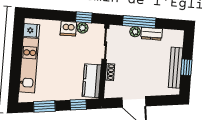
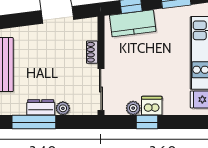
window: (84, 17) -> (147, 122), moved
window: (139, 22) -> (34, 122), moved
kitchen counter: (92, 81) -> (133, 23), moved, turned 83

